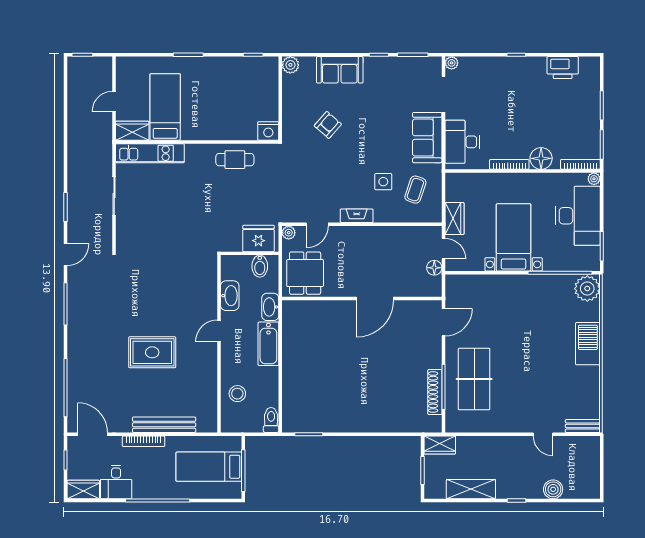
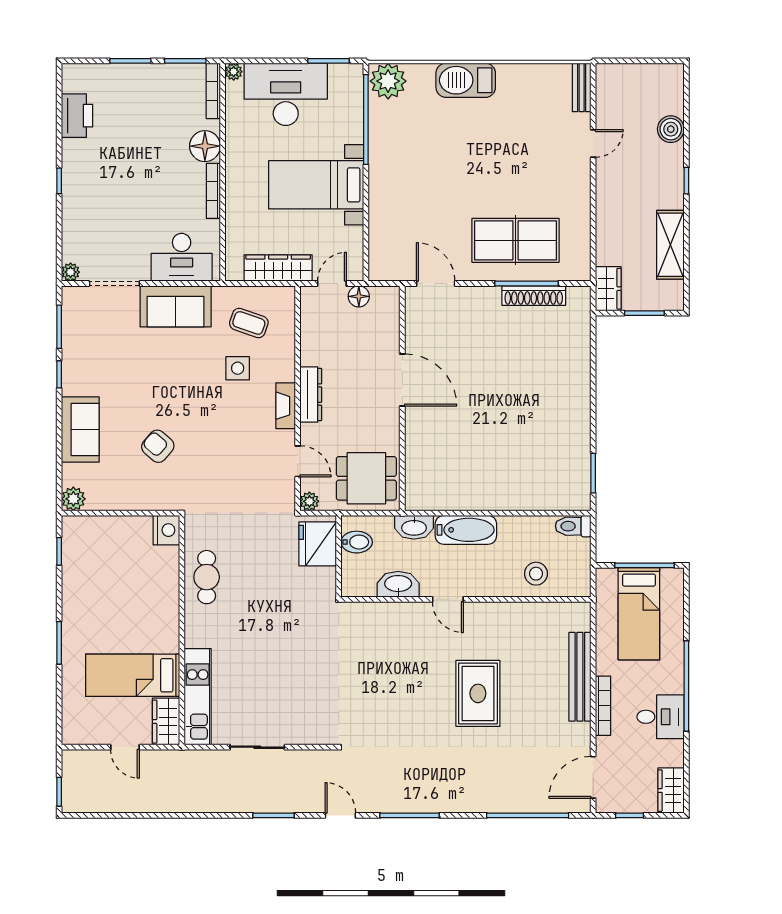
wardrobe: (454, 218) -> (278, 268), width x1.50
dresser: (365, 234) -> (311, 395), added
desk: (116, 482) -> (660, 717), moved

